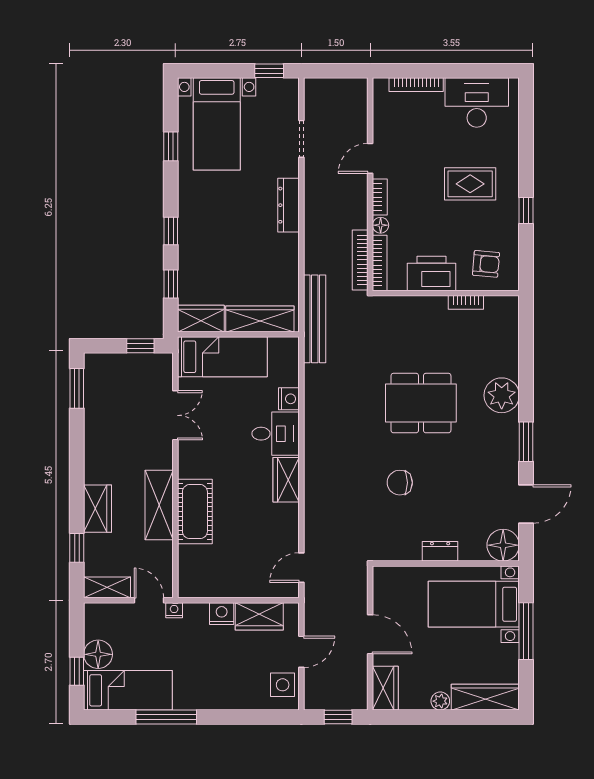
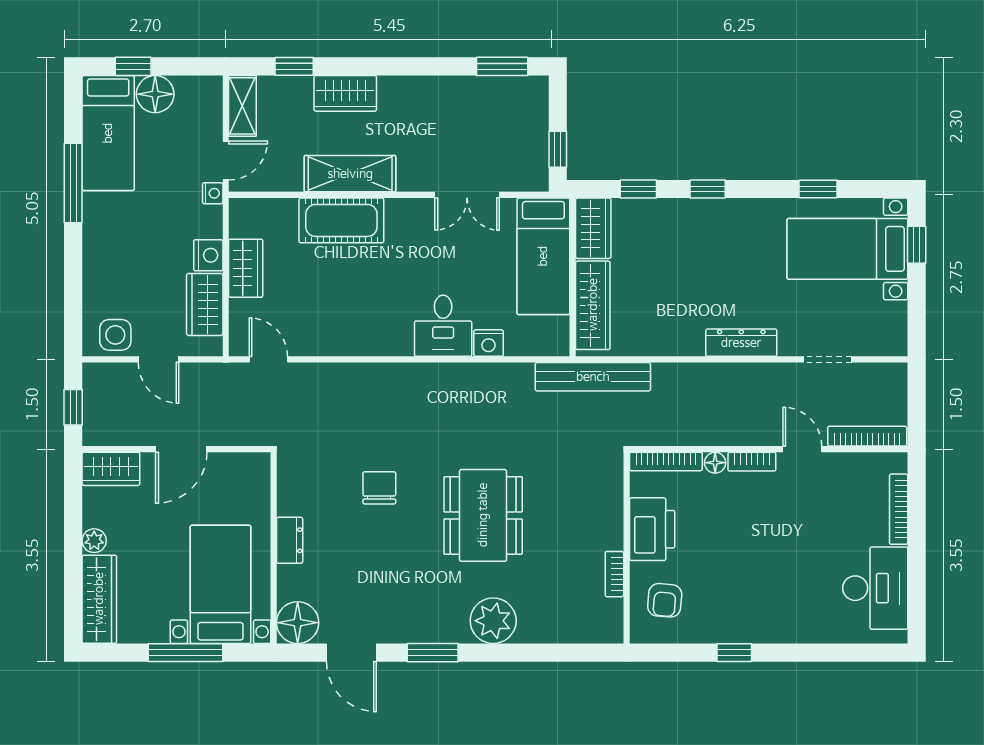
window: (269, 71) -> (917, 245), moved
rug: (470, 184) -> (769, 580), removed
bookcase: (360, 260) -> (867, 436), moved
wardrobe: (286, 480) -> (246, 268), moved, turned 90

